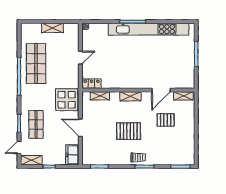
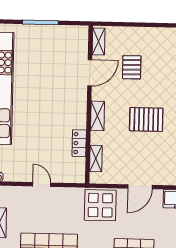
locker: (92, 84) -> (79, 143), moved
door: (161, 90) -> (90, 73), hinge flipped
pallet: (129, 131) -> (146, 119), turned 90

